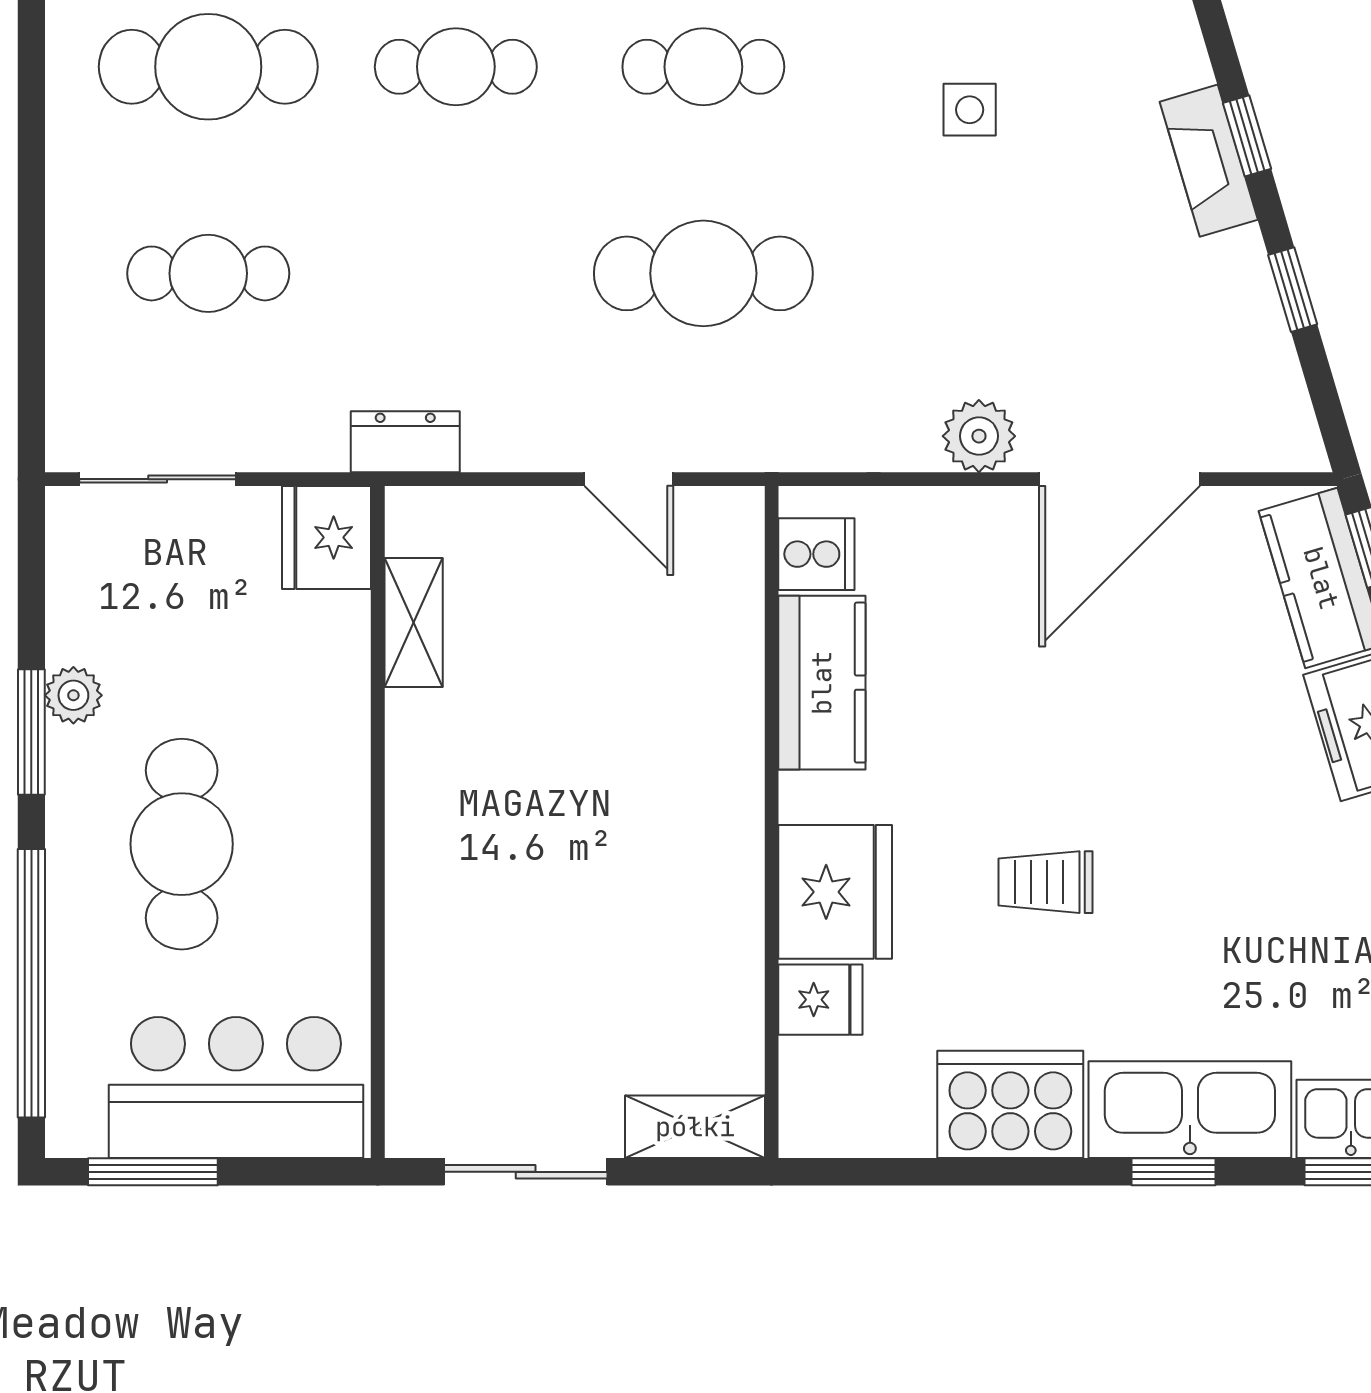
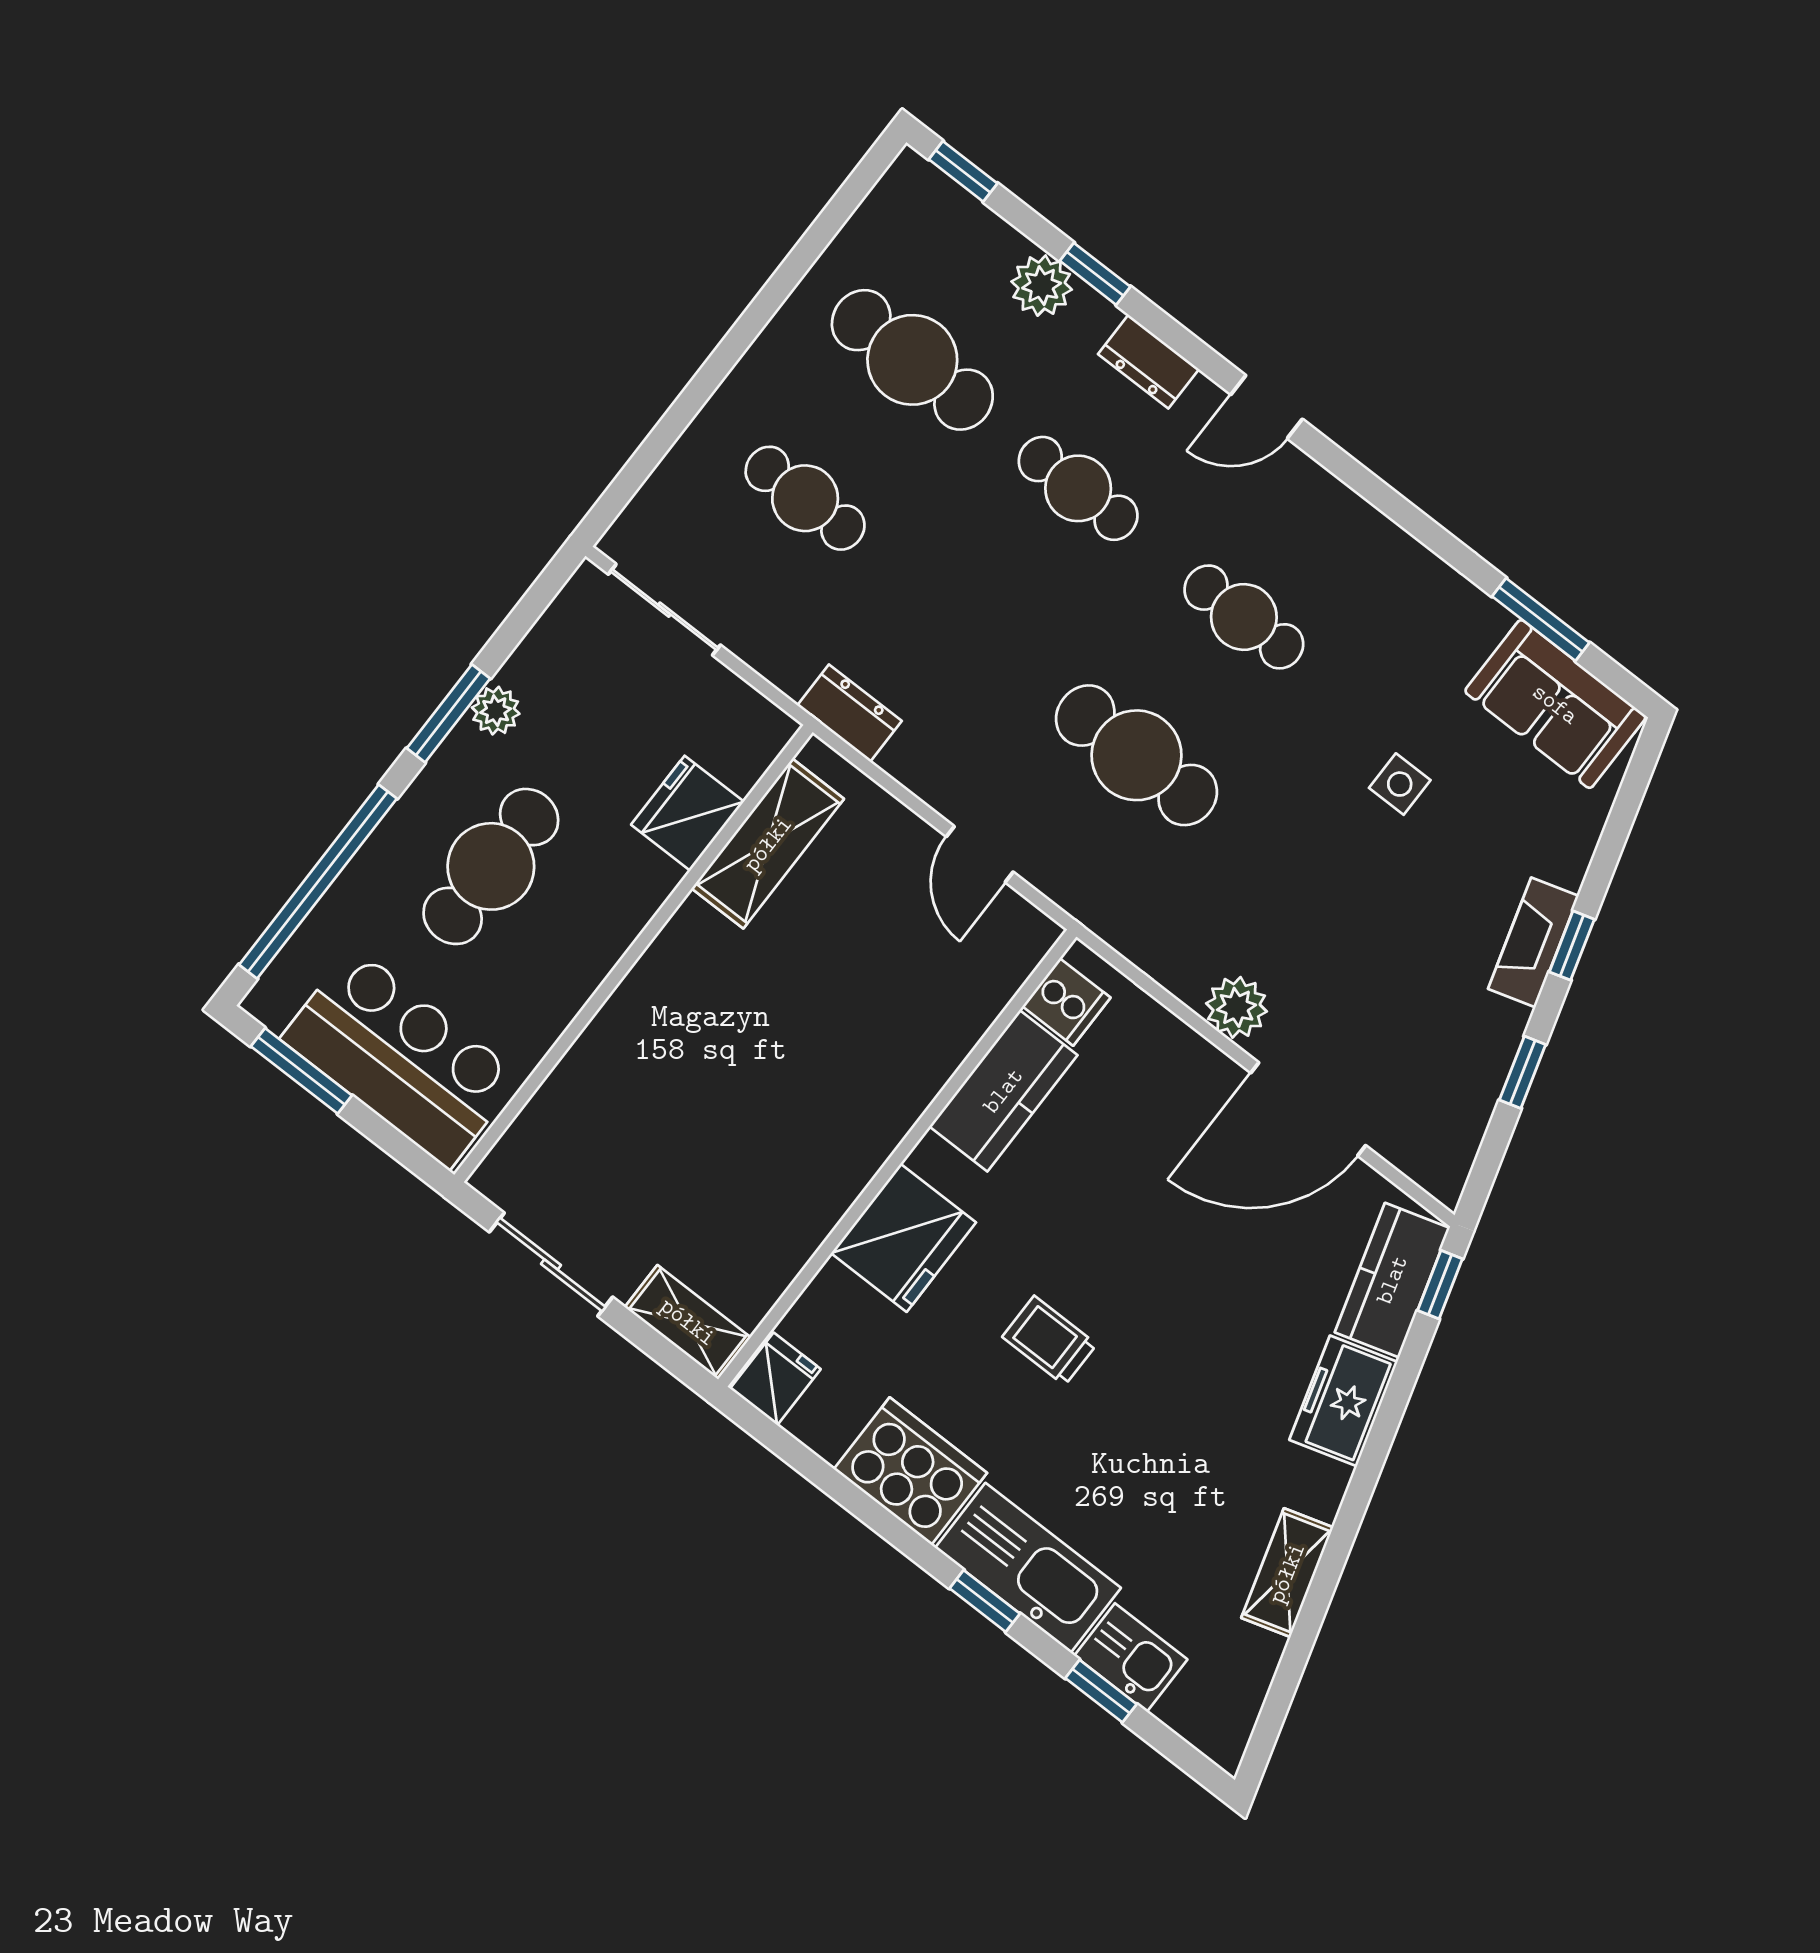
fridge: (326, 537) -> (687, 813), moved
shelving: (414, 622) -> (768, 844), width x1.50, depth x1.33
fridge: (820, 1000) -> (775, 1379), moved, turned -90

